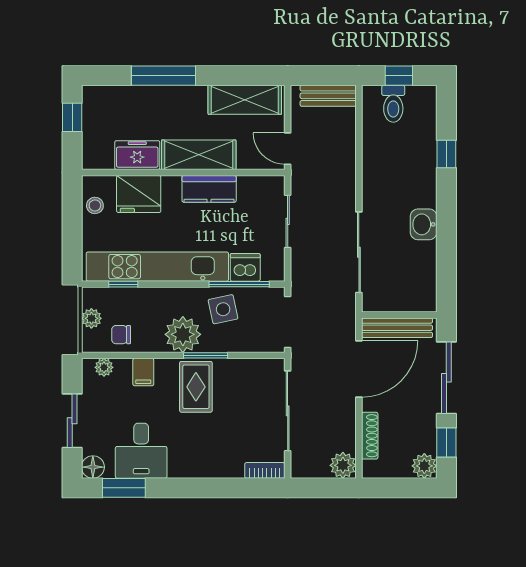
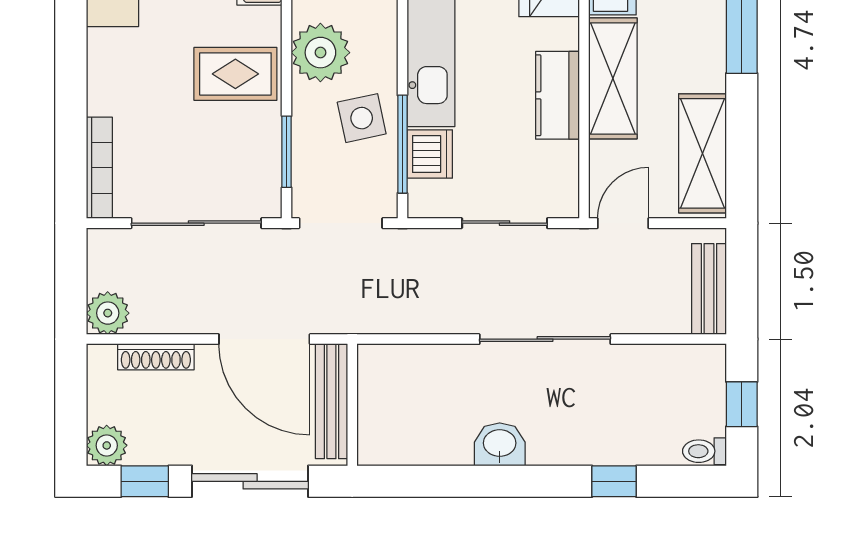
toilet: (393, 104) -> (704, 451), moved, width x0.73, depth x0.72
sliding door: (359, 252) -> (545, 339), moved
window: (205, 355) -> (287, 152), moved
bookcase: (265, 470) -> (99, 168), width x1.56

